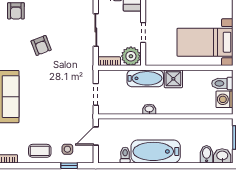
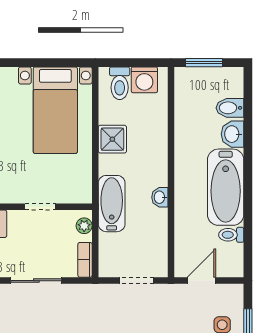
plant: (131, 56) -> (84, 226), width x0.53, depth x0.53
shower: (173, 79) -> (112, 139), moved
door: (96, 136) -> (201, 281), swing flipped
washbasin: (222, 156) -> (232, 134), moved

